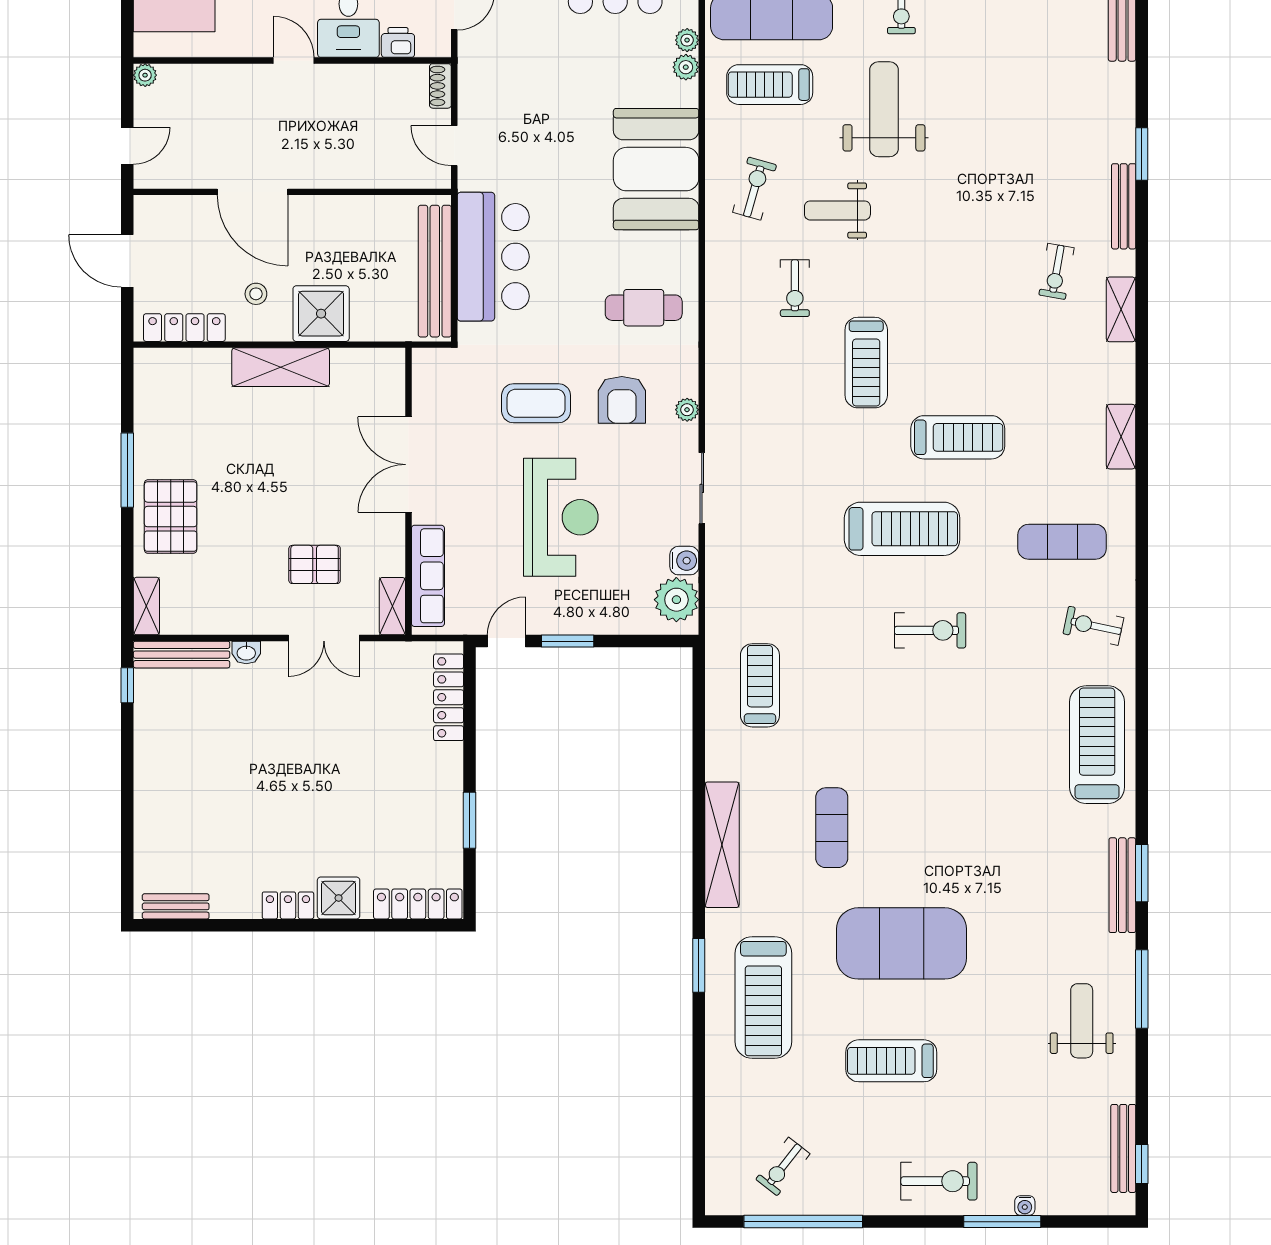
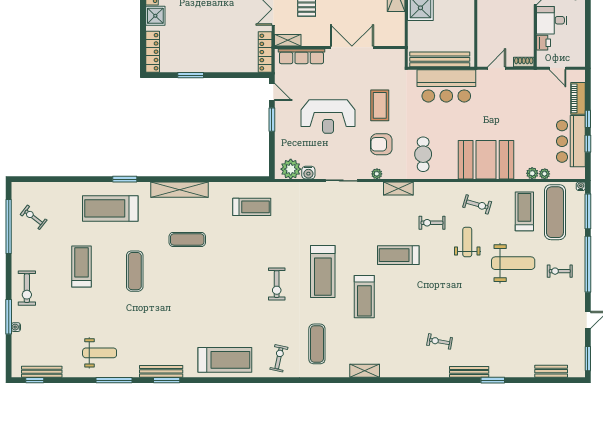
shelving: (1121, 309) -> (398, 189), moved
locker: (449, 697) -> (265, 52), moved, turned -90
exercise mat: (901, 943) -> (135, 271), width x0.50, depth x0.69

